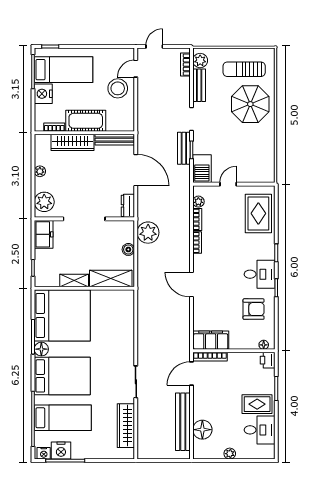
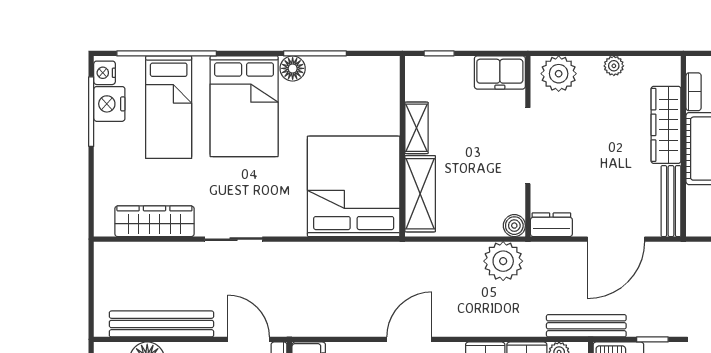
bench: (184, 148) -> (586, 326), moved, width x1.36
boiler: (128, 249) -> (514, 226), moved
bed: (62, 315) -> (354, 186), moved, turned 180

